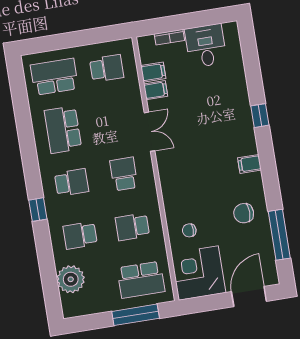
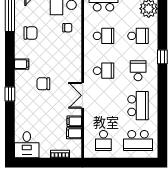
desk: (206, 46) -> (27, 145), moved
school desk: (107, 68) -> (103, 140), turned -90
chair: (212, 140) -> (43, 84), added
school desk: (124, 174) -> (103, 71), turned -90
school desk: (72, 182) -> (138, 71), turned 90

